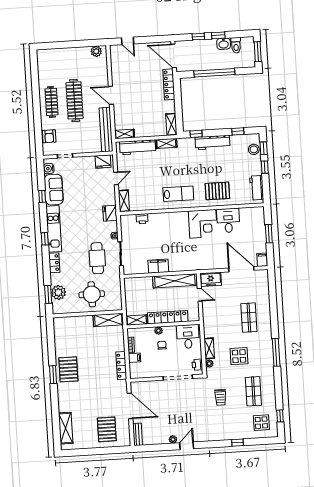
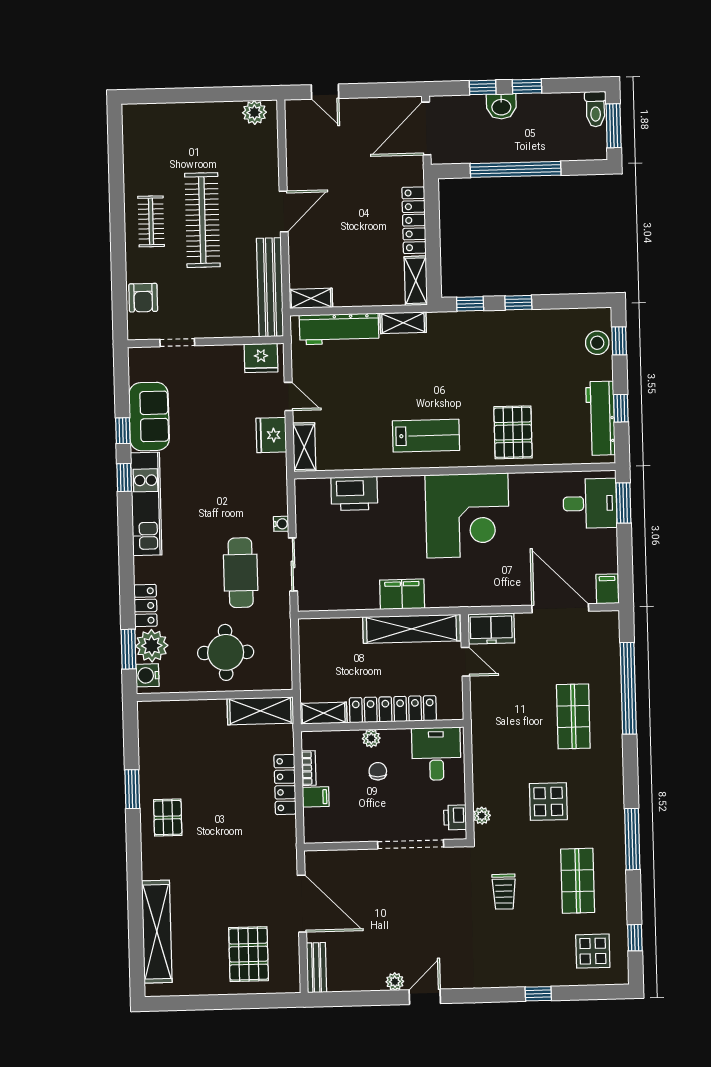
washbasin: (224, 44) -> (501, 106), moved
toilet: (236, 45) -> (595, 109), moved
door: (174, 56) -> (426, 128), hinge flipped
locker: (169, 84) -> (414, 220), moved
door: (111, 95) -> (284, 212), swing flipped
clothes rail: (52, 102) -> (151, 221), width x0.73
window: (238, 131) -> (518, 303), moved
workbench: (213, 142) -> (506, 324), removed
window: (265, 167) -> (621, 408), moved
water cooler: (49, 169) -> (147, 675), moved
door: (116, 178) -> (289, 396), hinge flipped
workbench: (257, 188) -> (600, 418), width x1.38
pallet: (217, 191) -> (513, 432), turned 90
fridge: (110, 213) -> (271, 435), moved
printer: (142, 219) -> (354, 493), width x1.87, depth x1.48
desk: (228, 220) -> (590, 503), moved, turned 90
corner desk: (203, 224) -> (467, 515), width x1.36, depth x1.36
window: (269, 234) -> (623, 503), moved
window: (45, 239) -> (124, 478), moved
locker: (54, 263) -> (145, 606), moved
filing cabinet: (158, 266) -> (402, 594), moved
window: (273, 304) -> (628, 688), added
shelving: (209, 348) -> (483, 782), removed
window: (276, 352) -> (632, 839), moved
locker: (121, 366) -> (285, 784), moved
pallet: (68, 369) -> (168, 818), width x0.67, depth x0.71
window: (53, 375) -> (132, 789), moved
shelving: (66, 428) -> (157, 932), width x1.47

